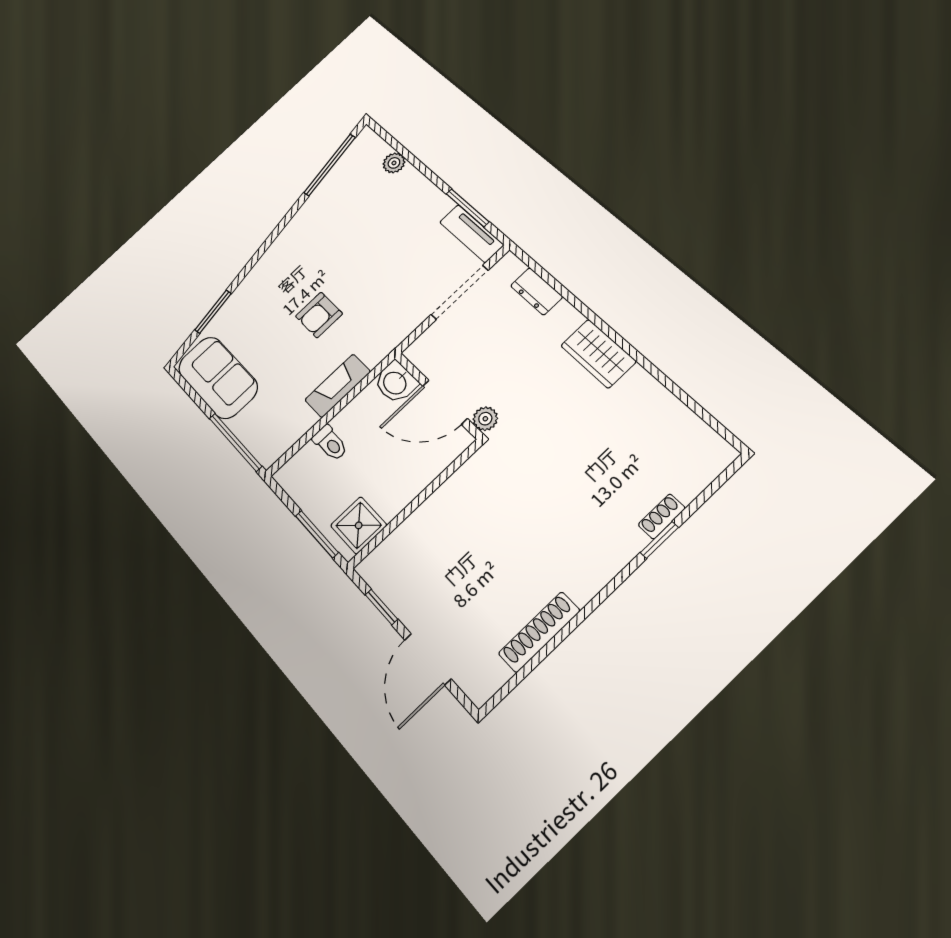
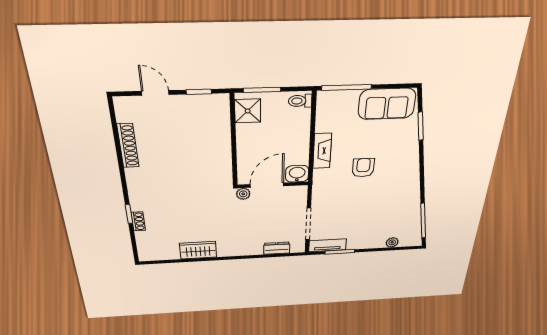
wardrobe: (598, 354) -> (198, 250), moved
toilet: (330, 443) -> (300, 101), moved
door: (428, 659) -> (155, 93), width x0.73

